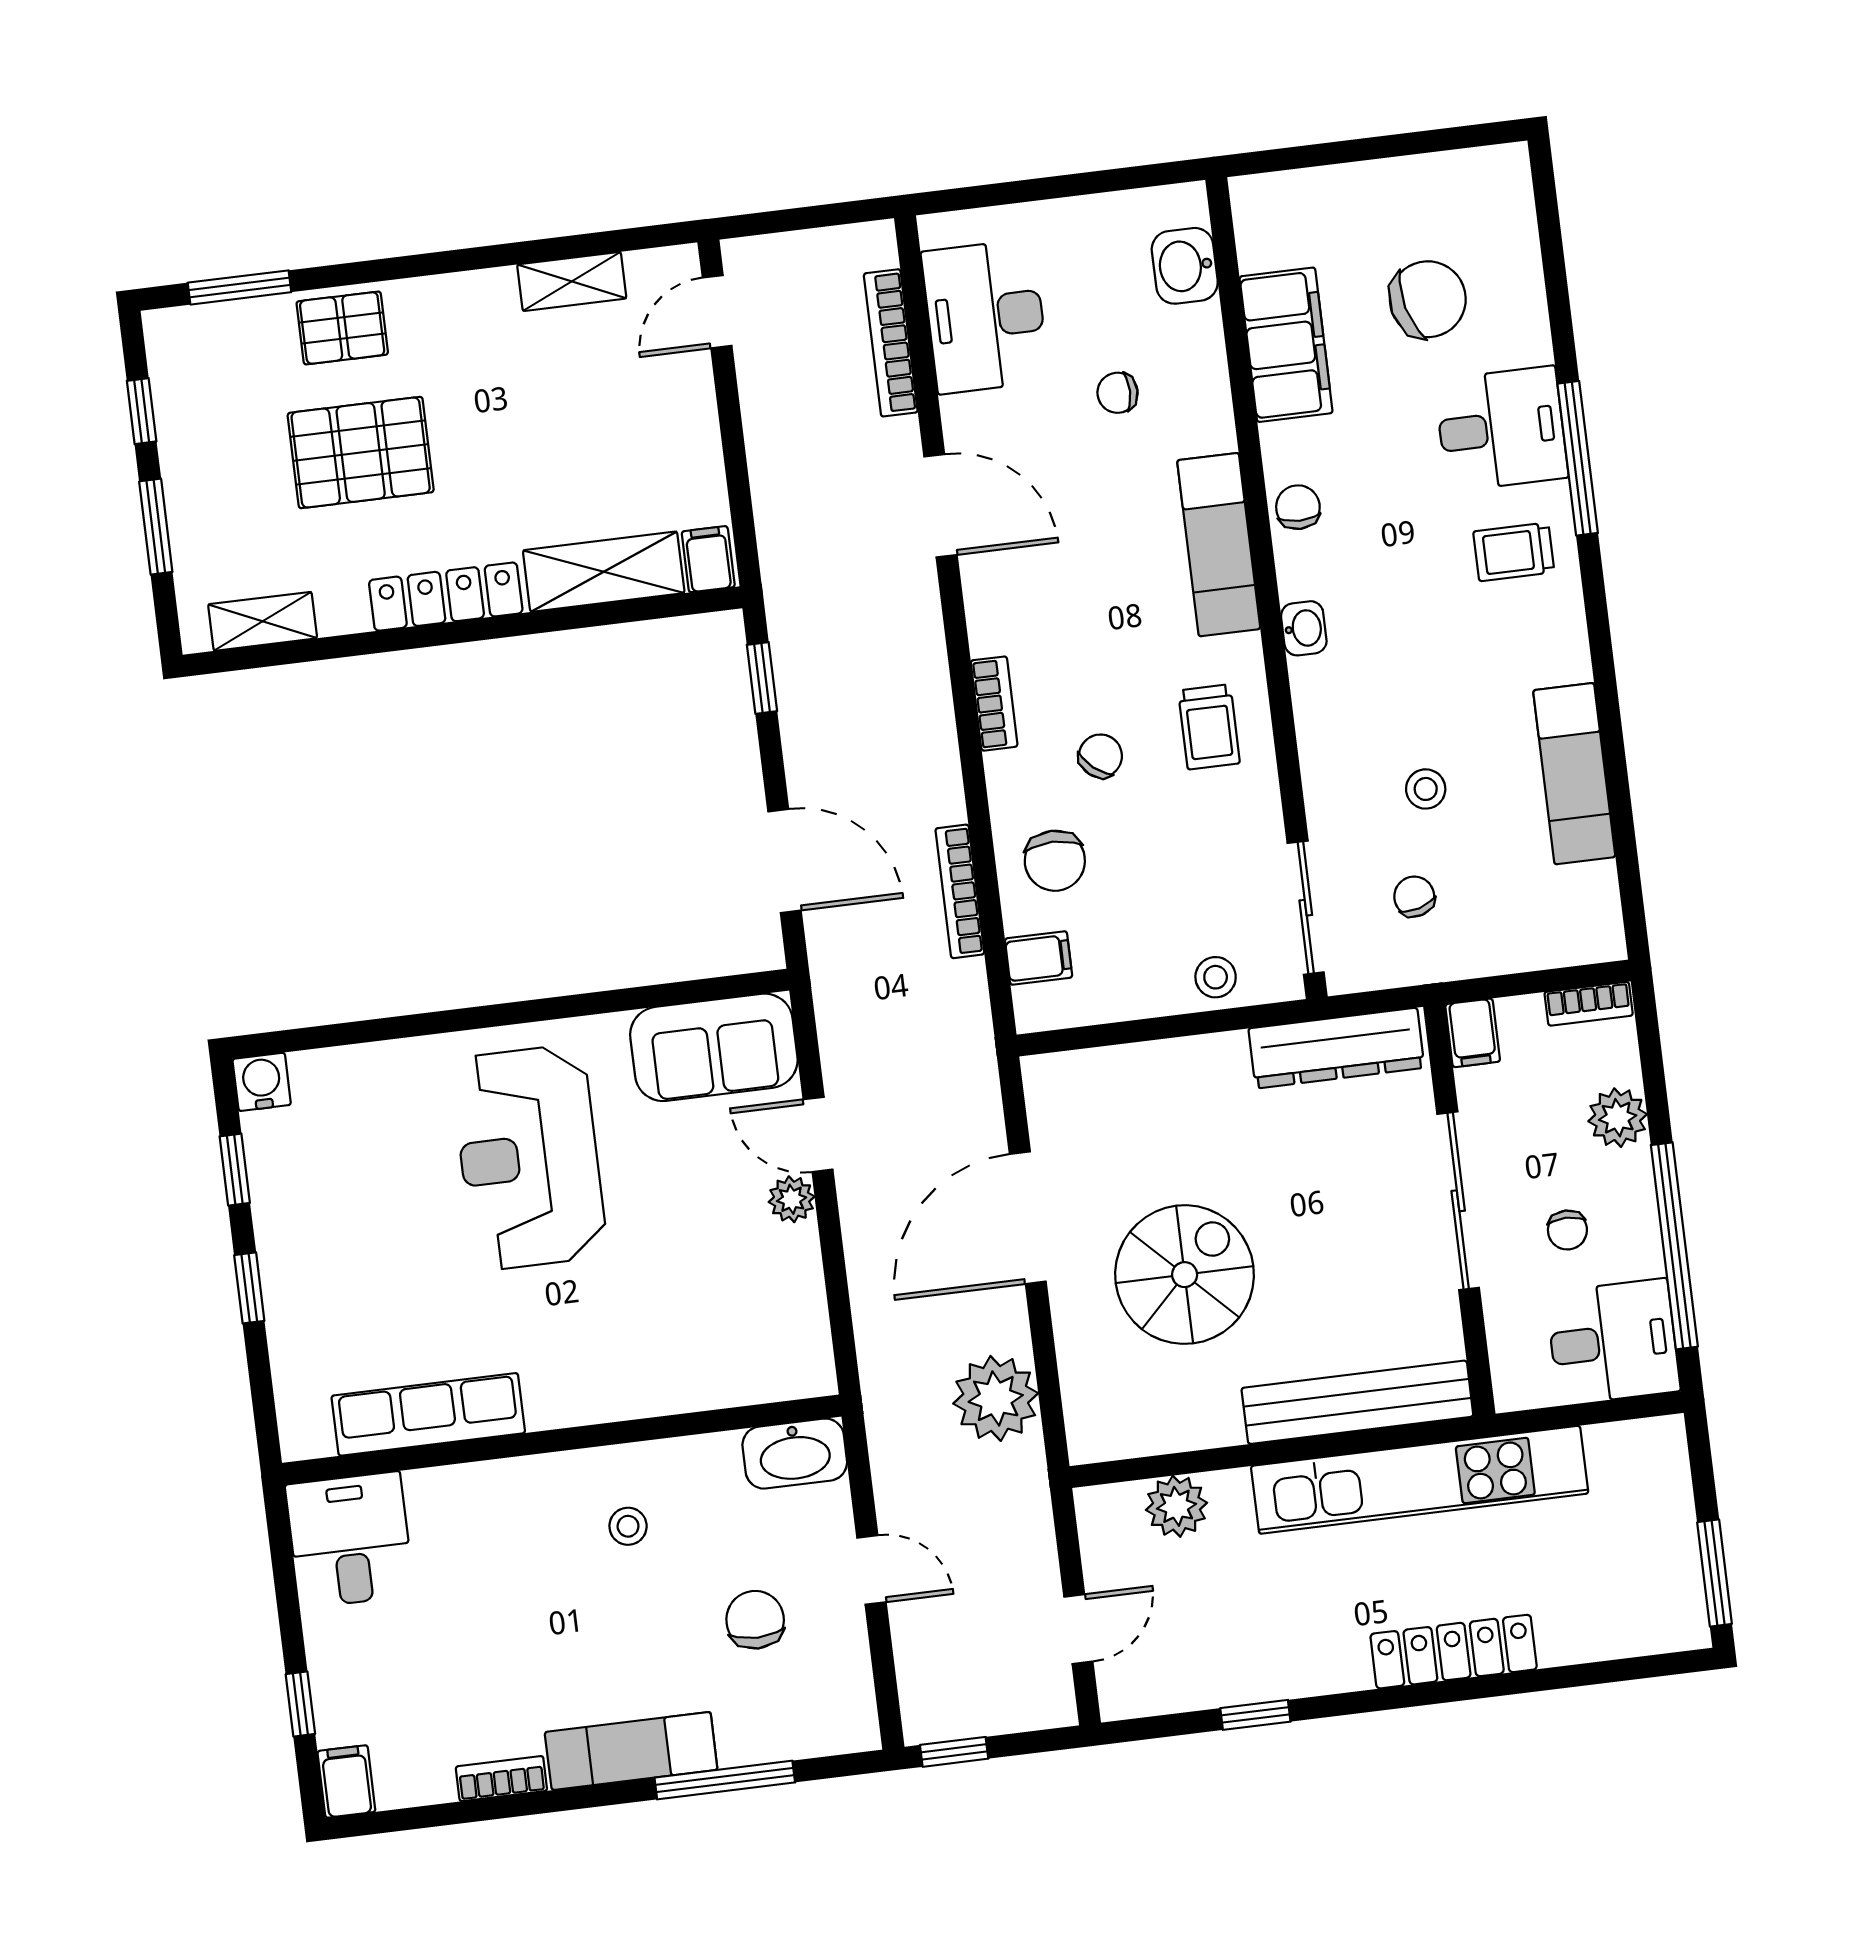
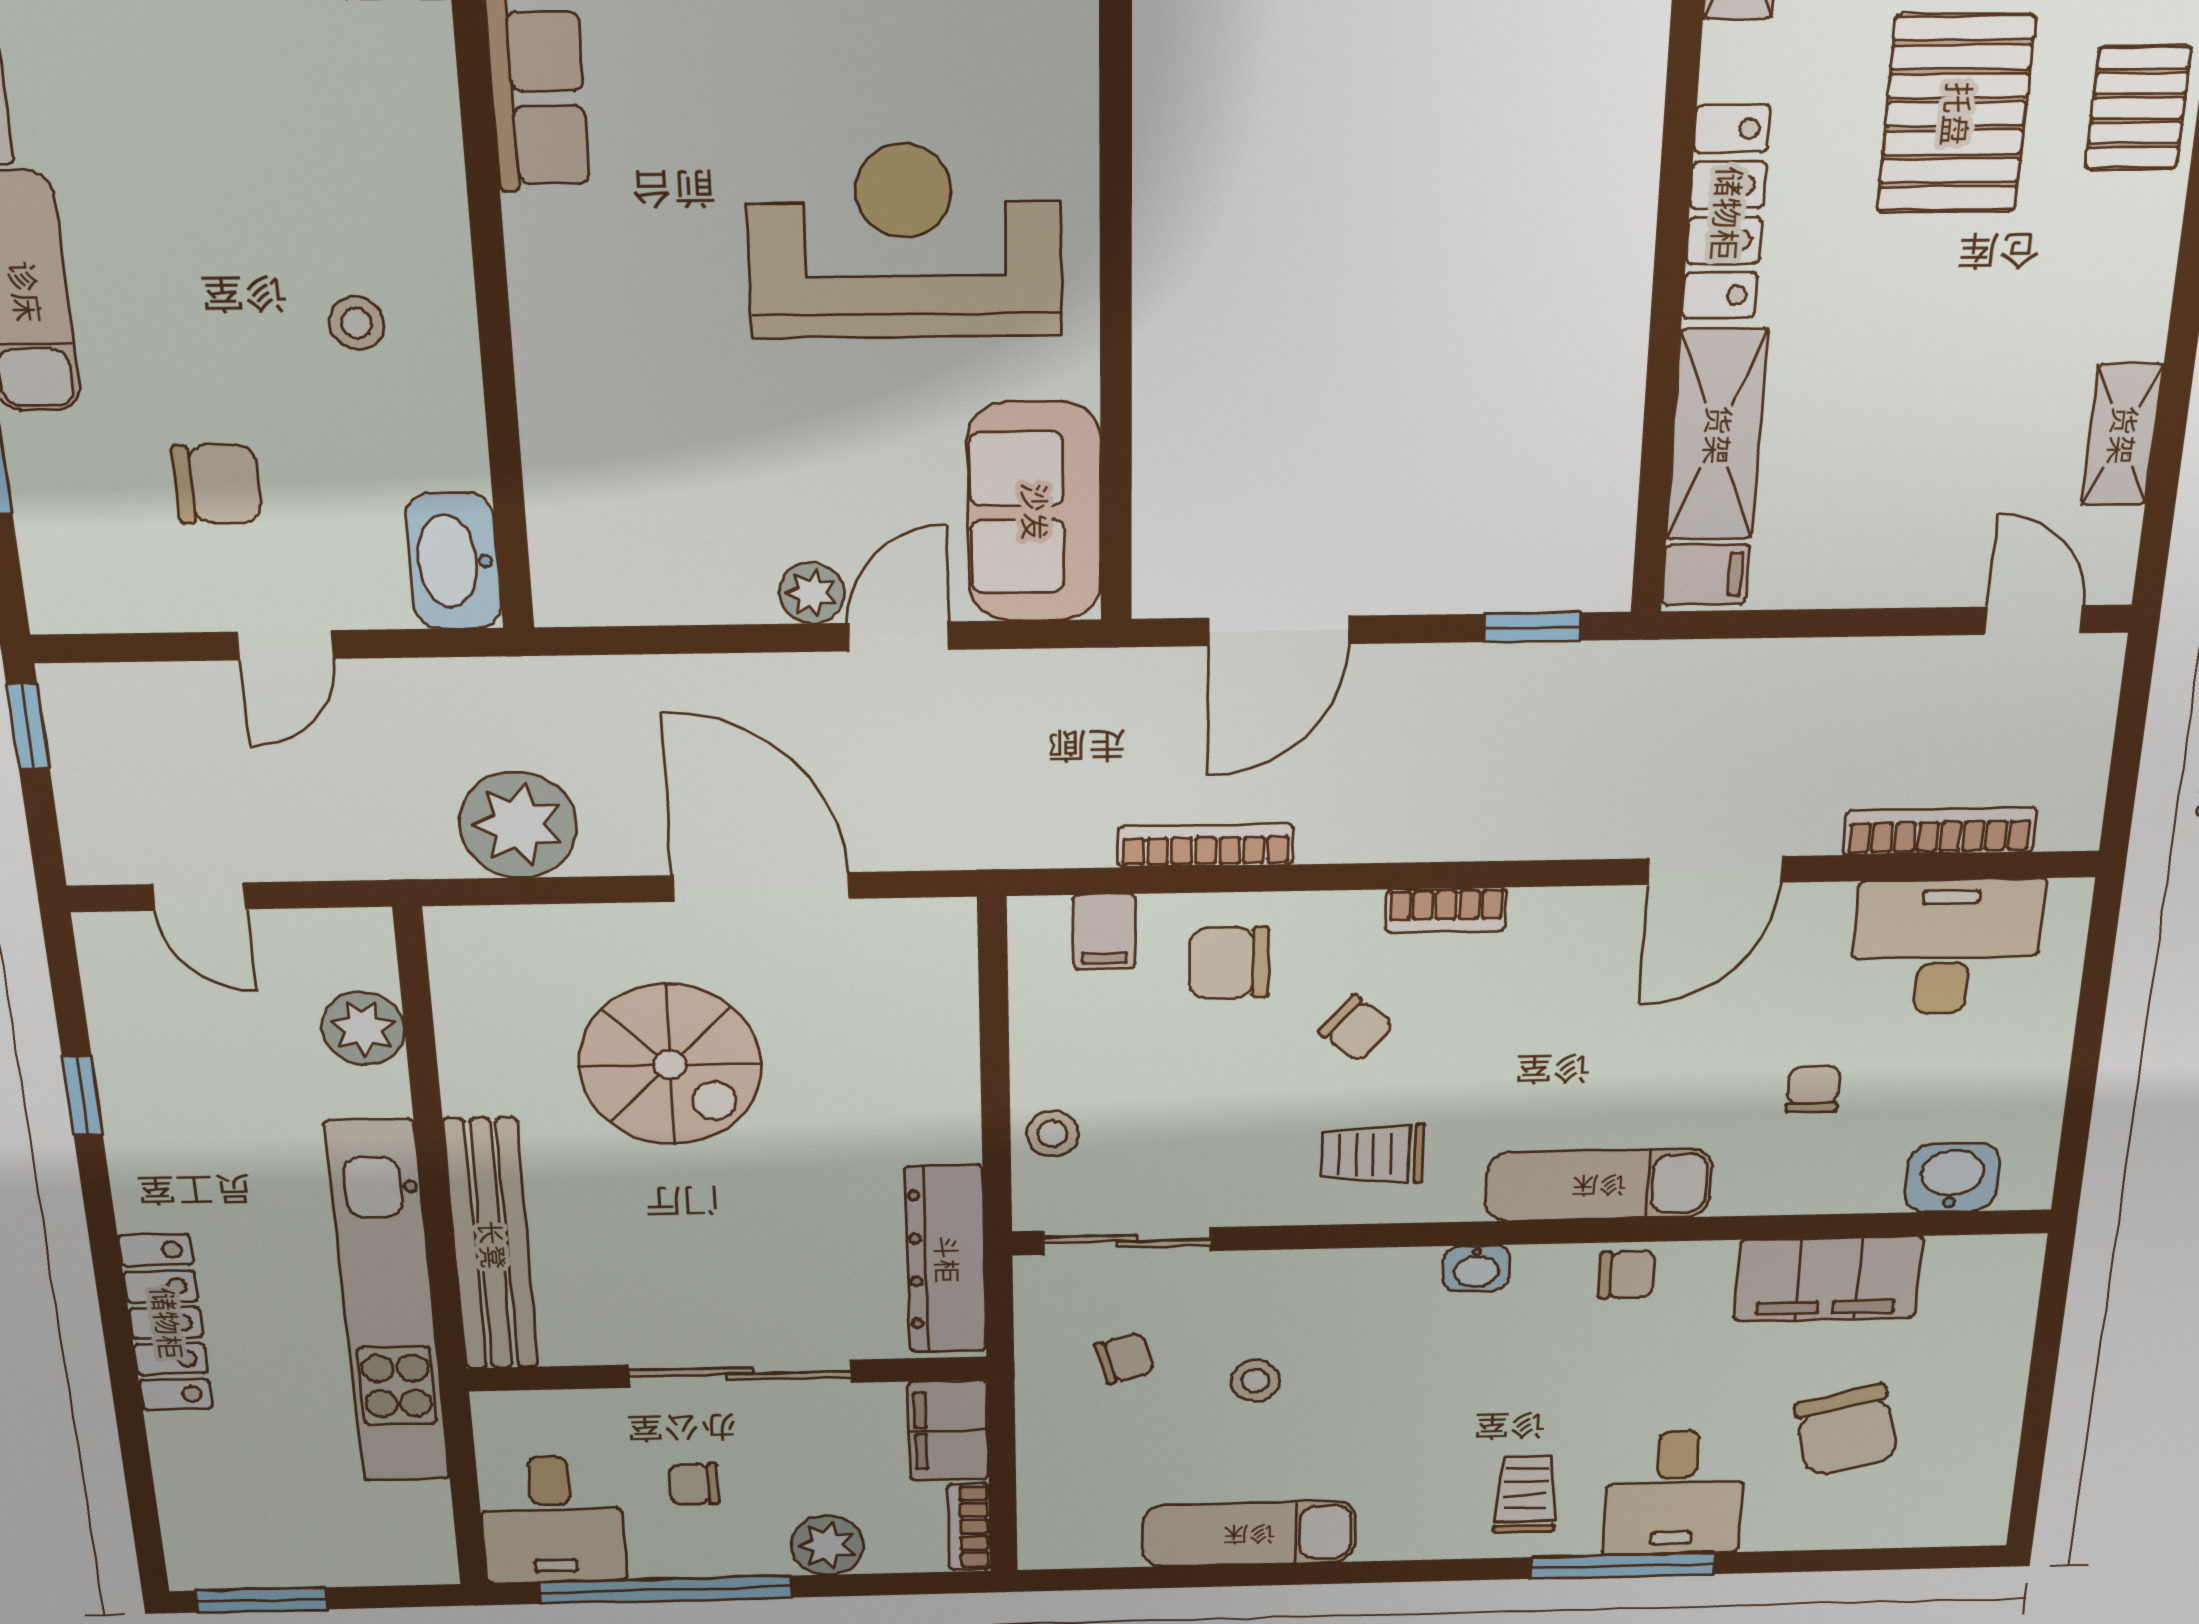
filing cabinet: (1473, 1033) -> (948, 1430), width x2.00

